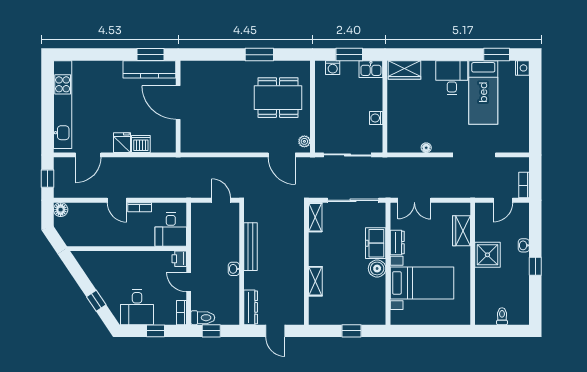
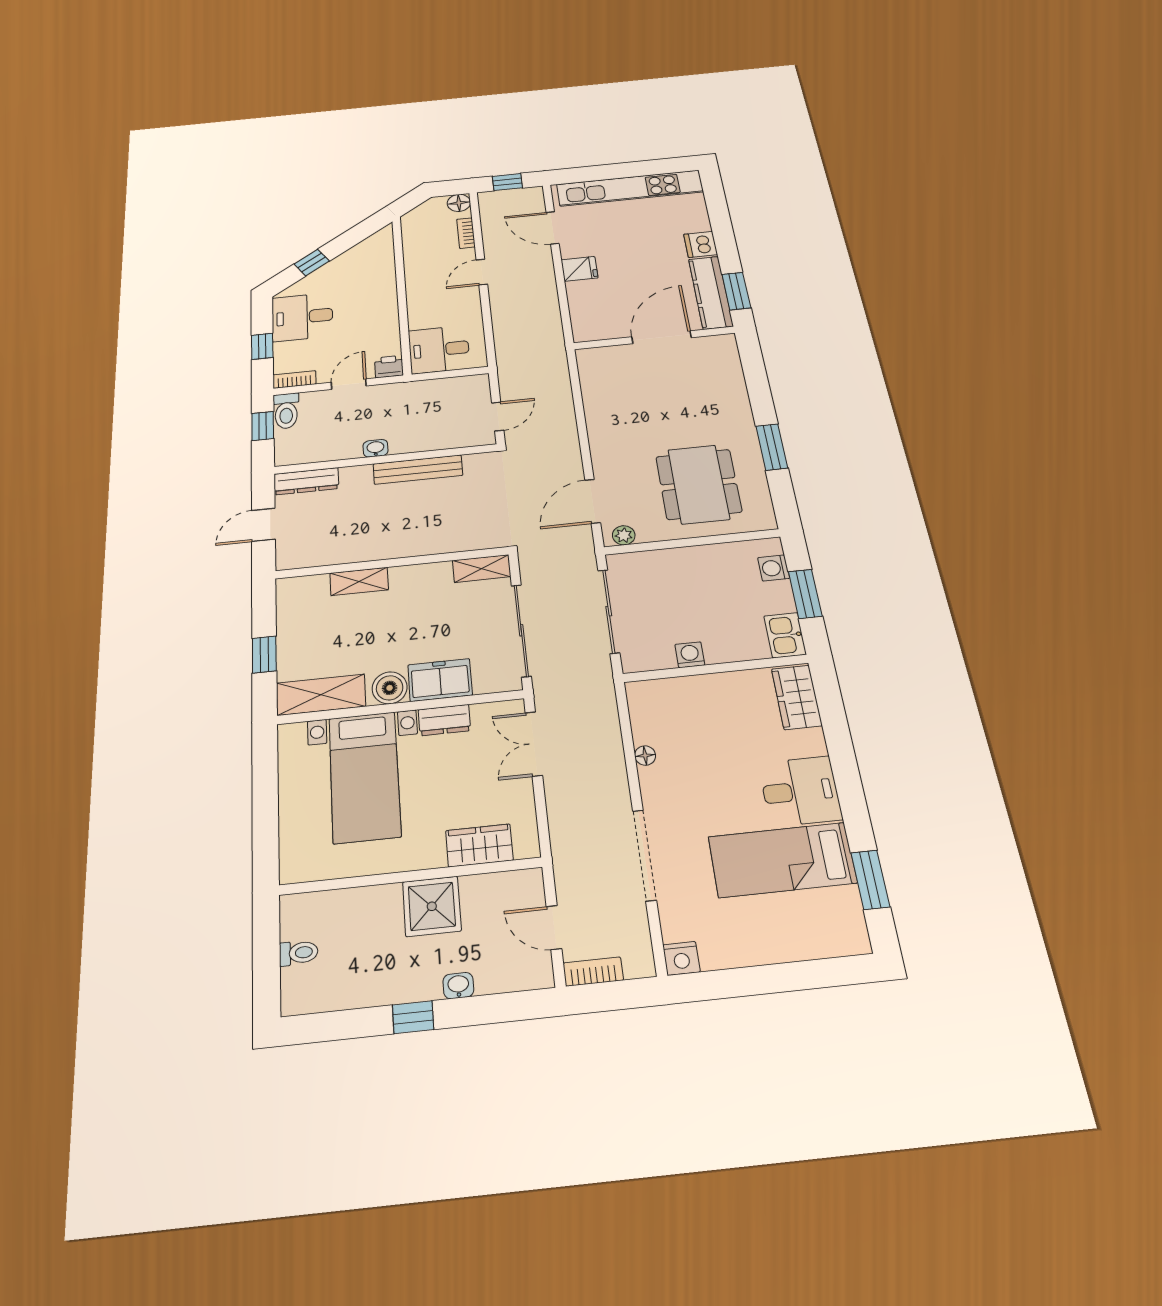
nightstand: (522, 68) -> (681, 958), moved
dishwasher: (141, 144) -> (701, 244), moved, turned 180
bookcase: (140, 207) -> (466, 233), moved
shelving: (377, 303) -> (321, 695), added

